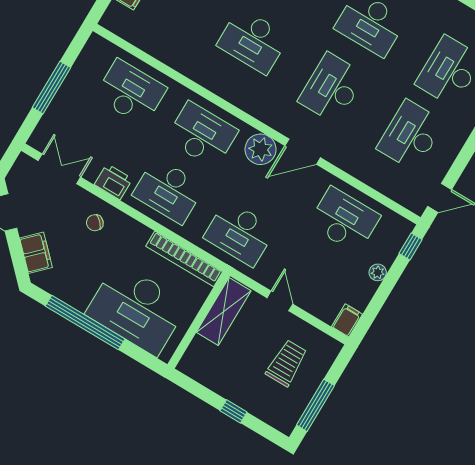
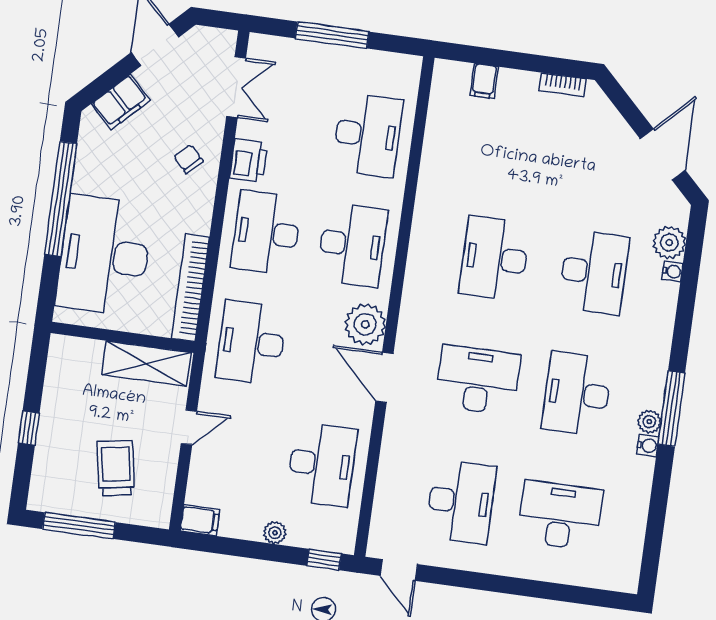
desk: (411, 135) -> (461, 502), turned 90
trolley: (287, 363) -> (116, 468), turned -100

